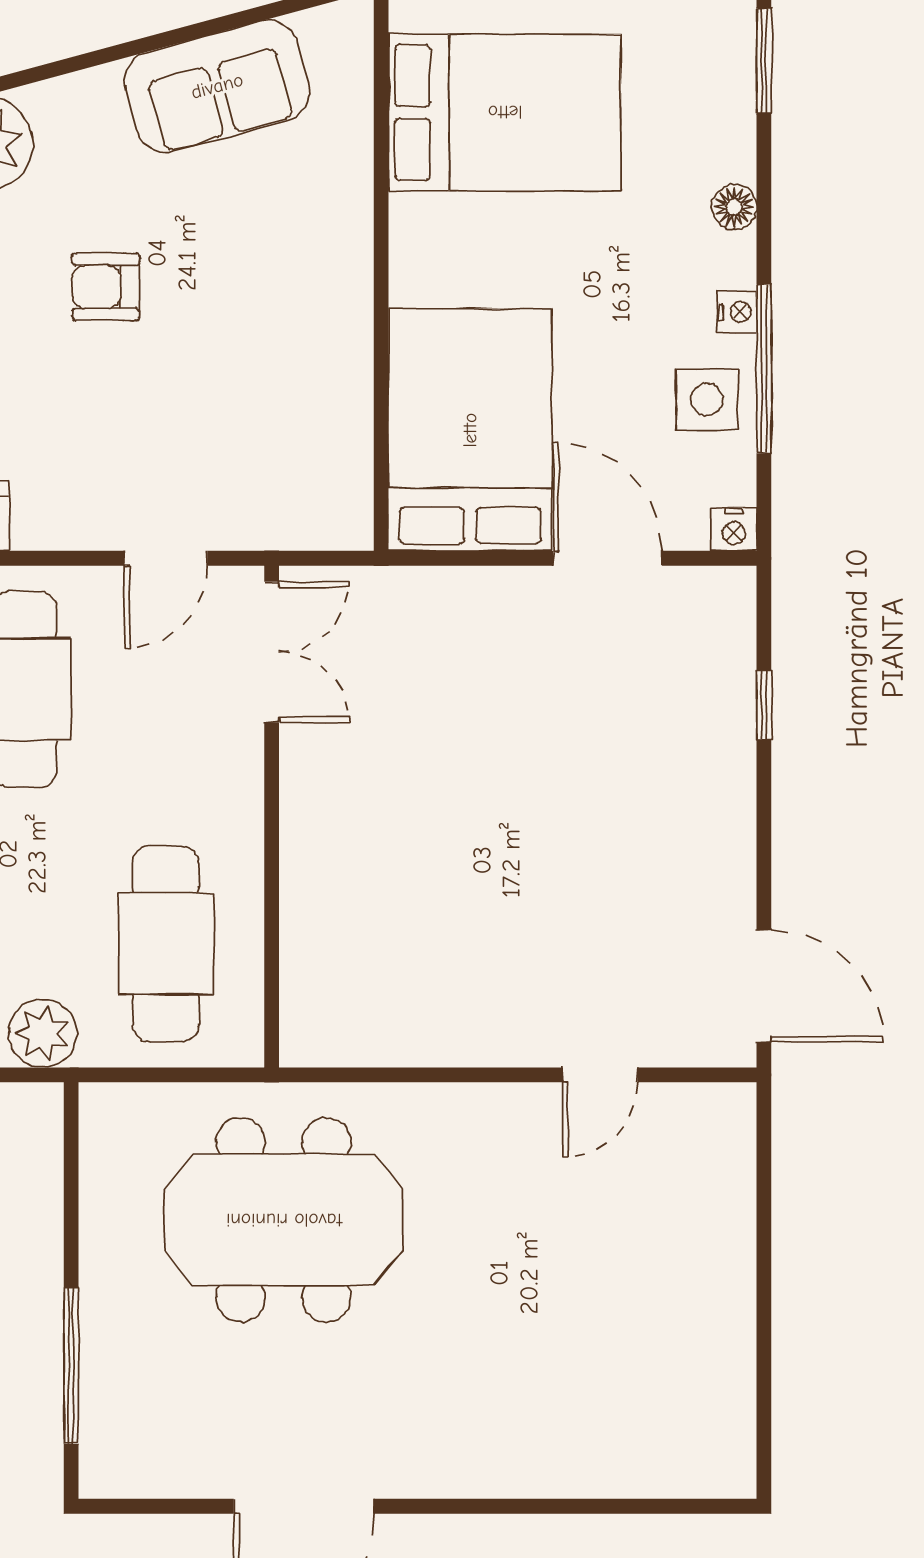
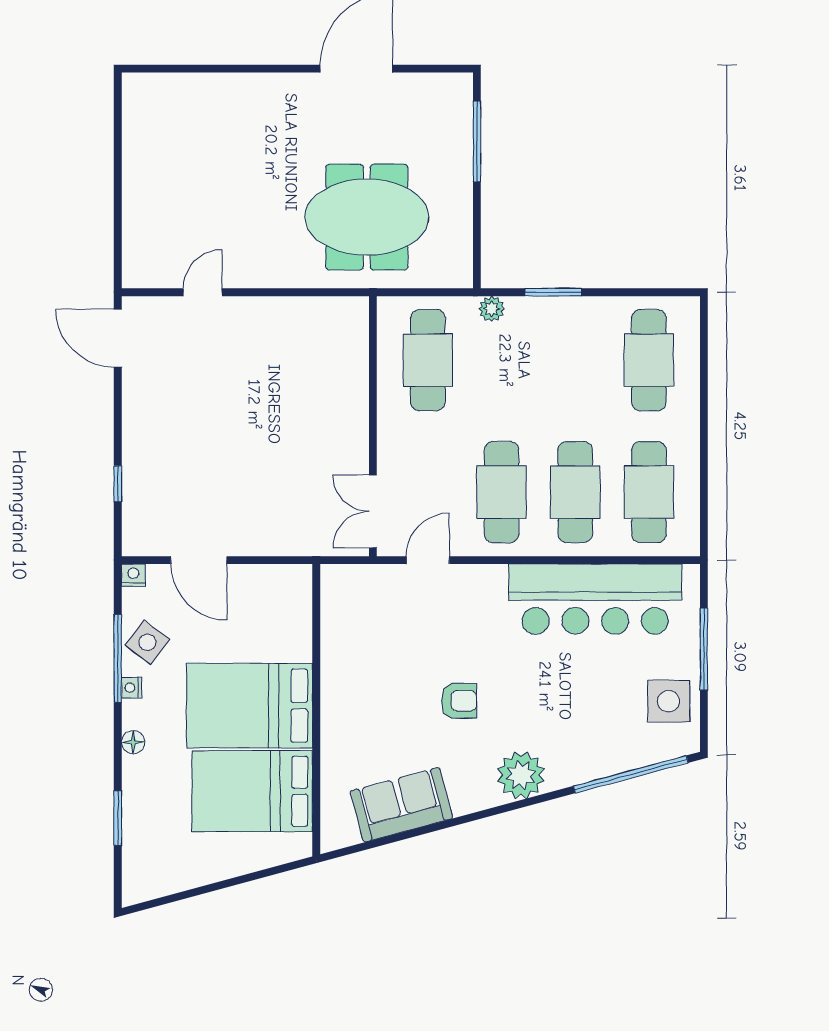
side table: (707, 399) -> (147, 642), turned 37
bed: (470, 430) -> (250, 706), moved, turned 90
plant: (43, 1033) -> (492, 309), width x0.73, depth x0.73

